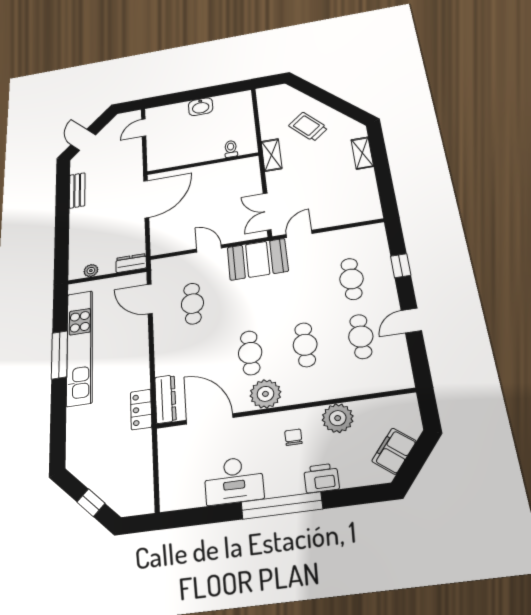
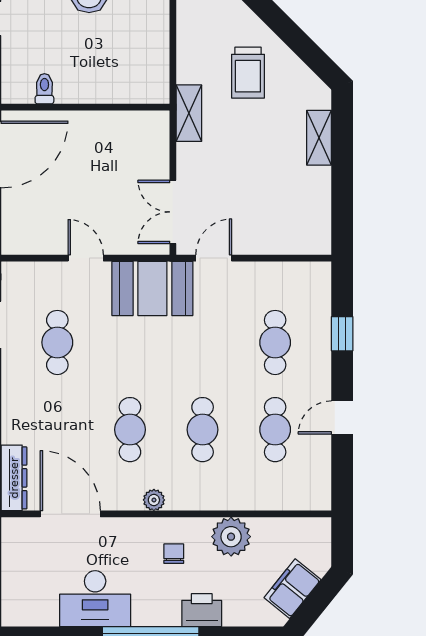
trolley: (308, 127) -> (248, 73), turned -139
toilet: (231, 149) -> (44, 89), moved
plant: (265, 394) -> (154, 500), width x0.53, depth x0.53

